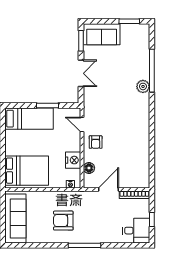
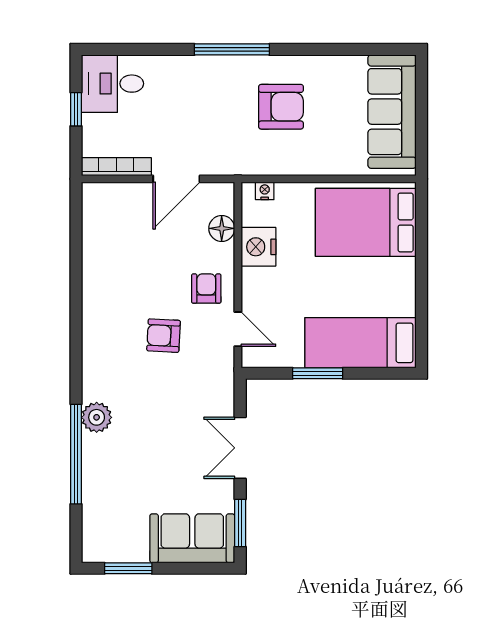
armchair: (114, 122) -> (164, 336), added

